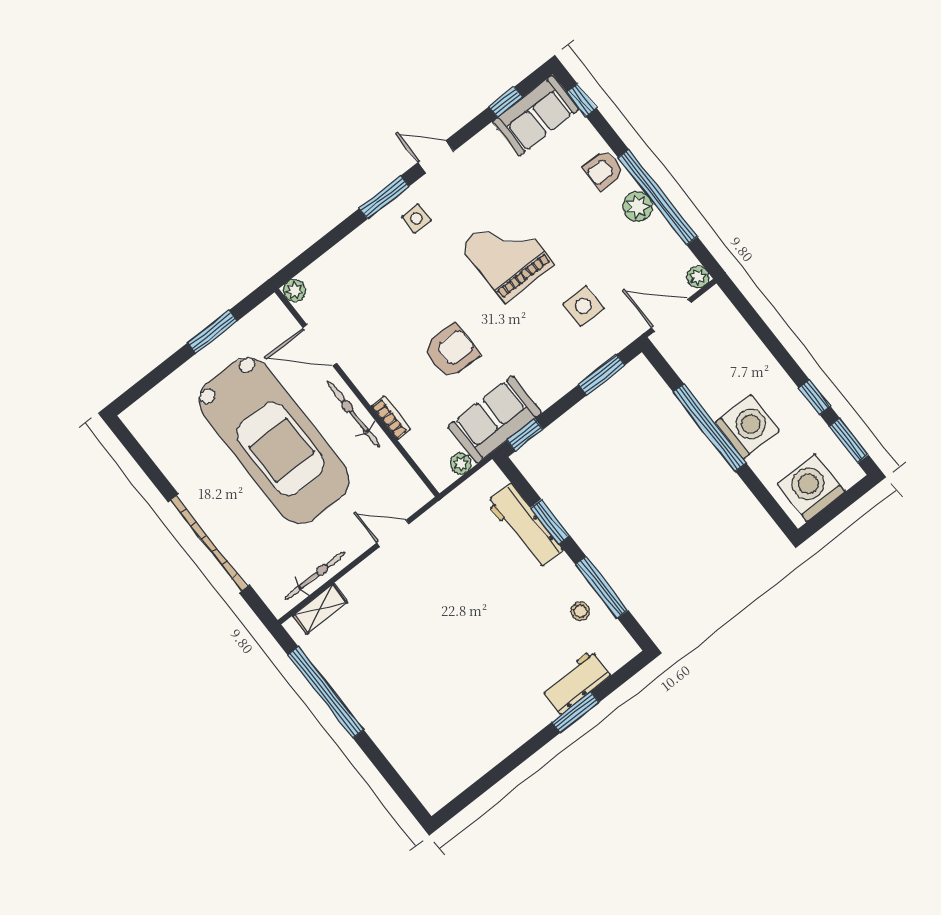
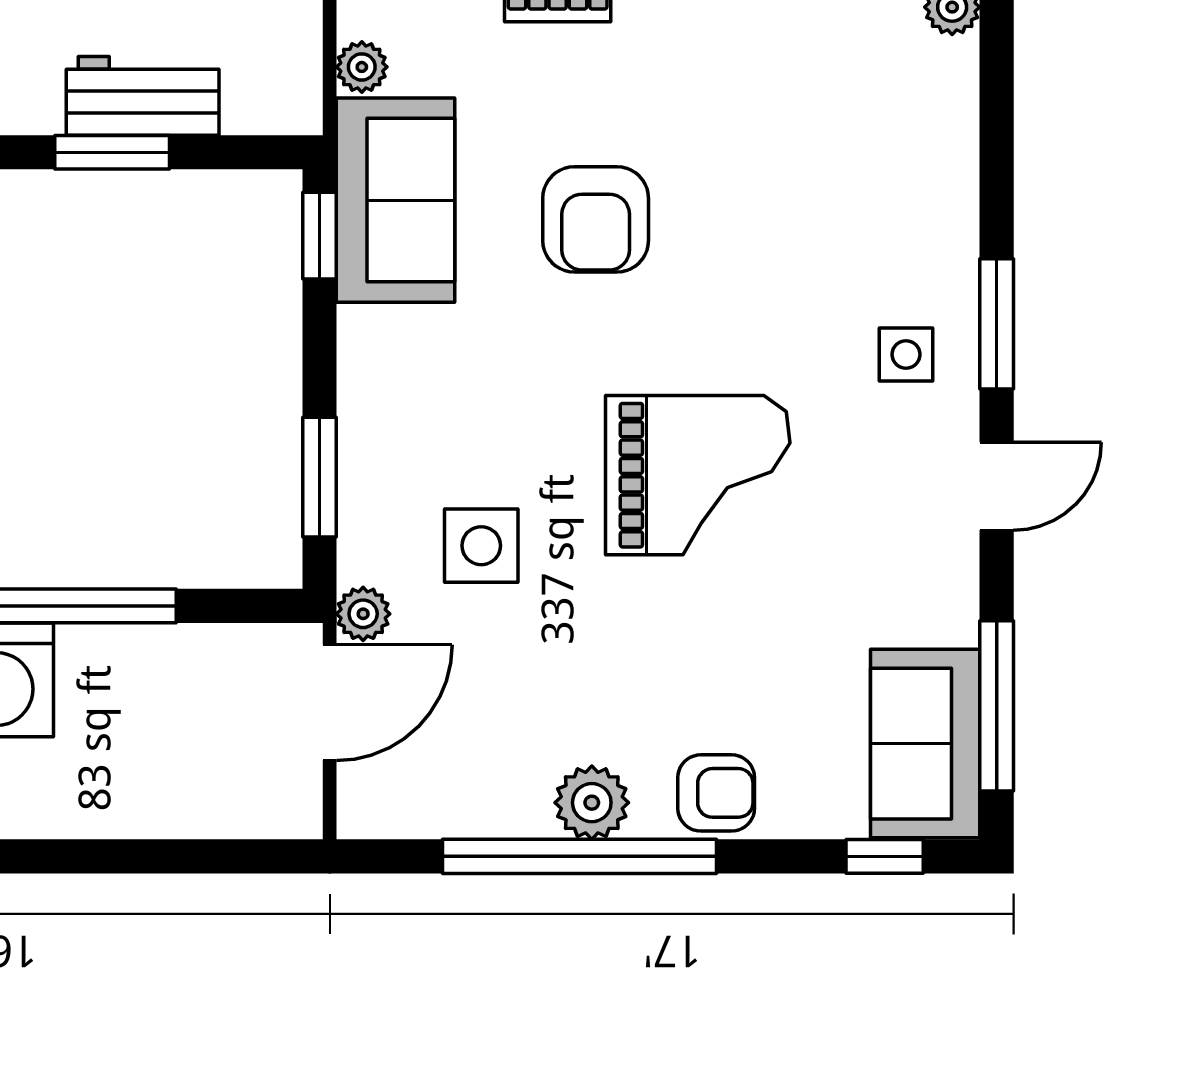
window: (506, 102) -> (997, 706), width x2.17
armchair: (603, 170) -> (716, 793), turned 90
plant: (698, 277) -> (363, 614), moved
workbench: (525, 526) -> (143, 96), width x0.73

